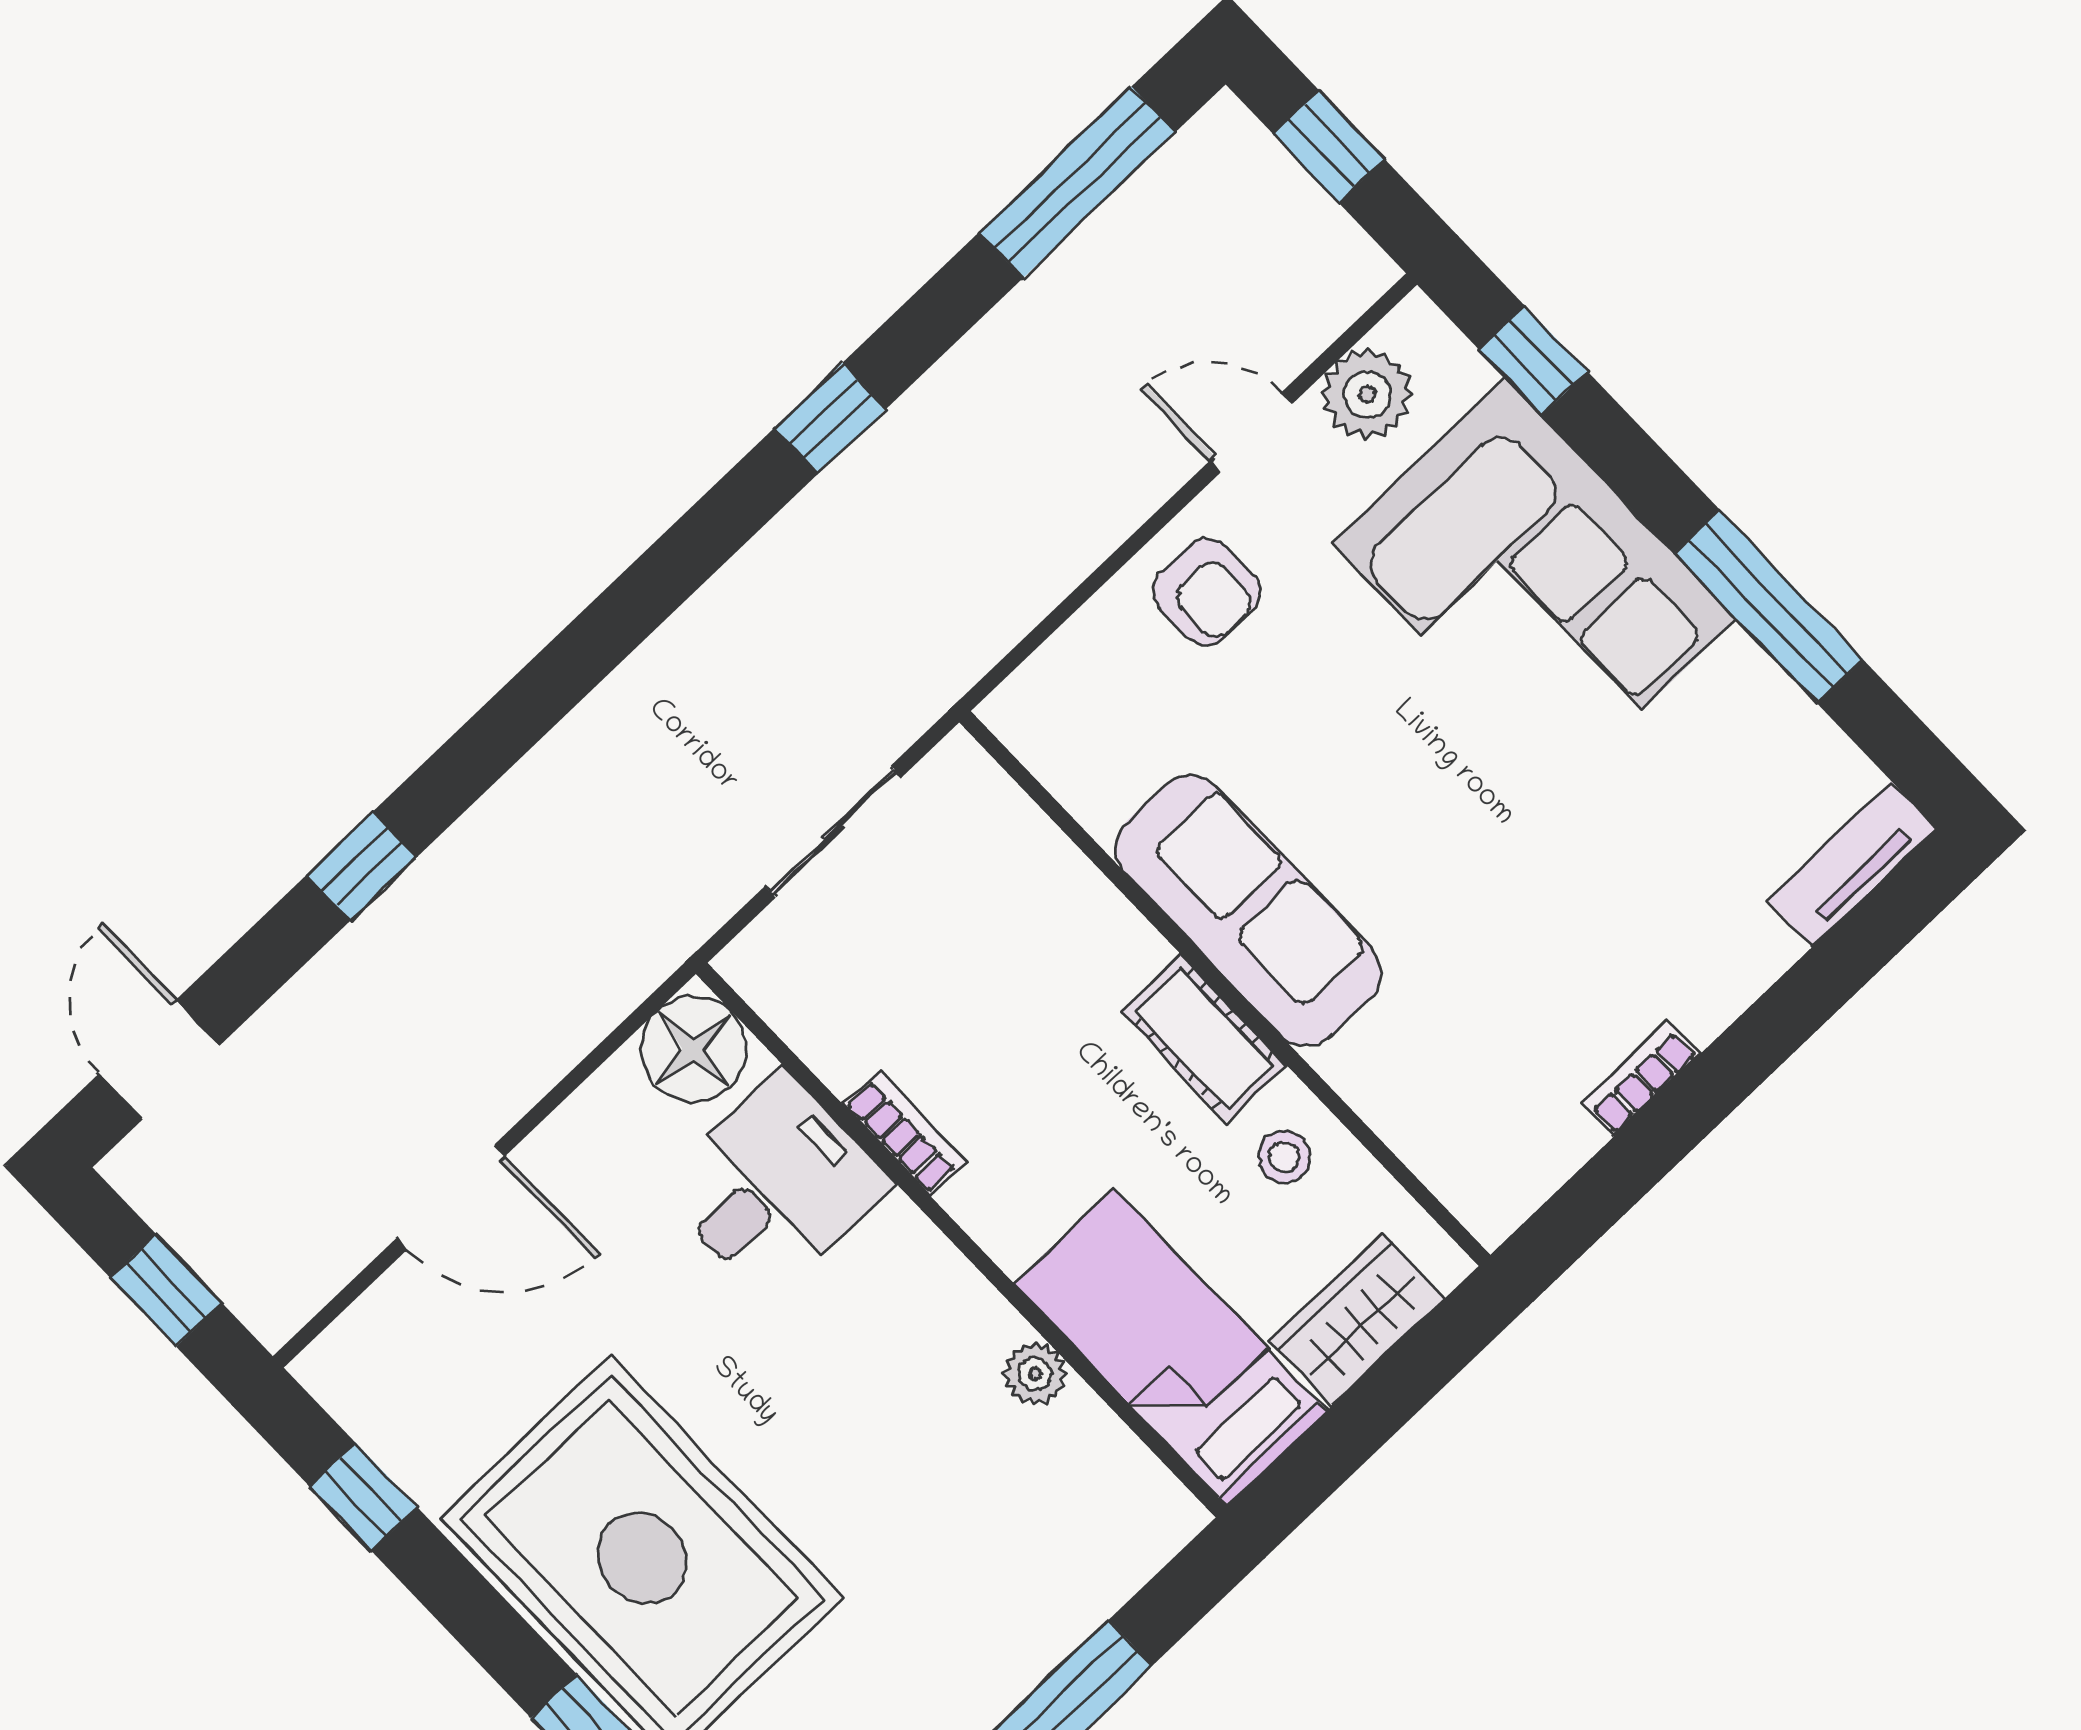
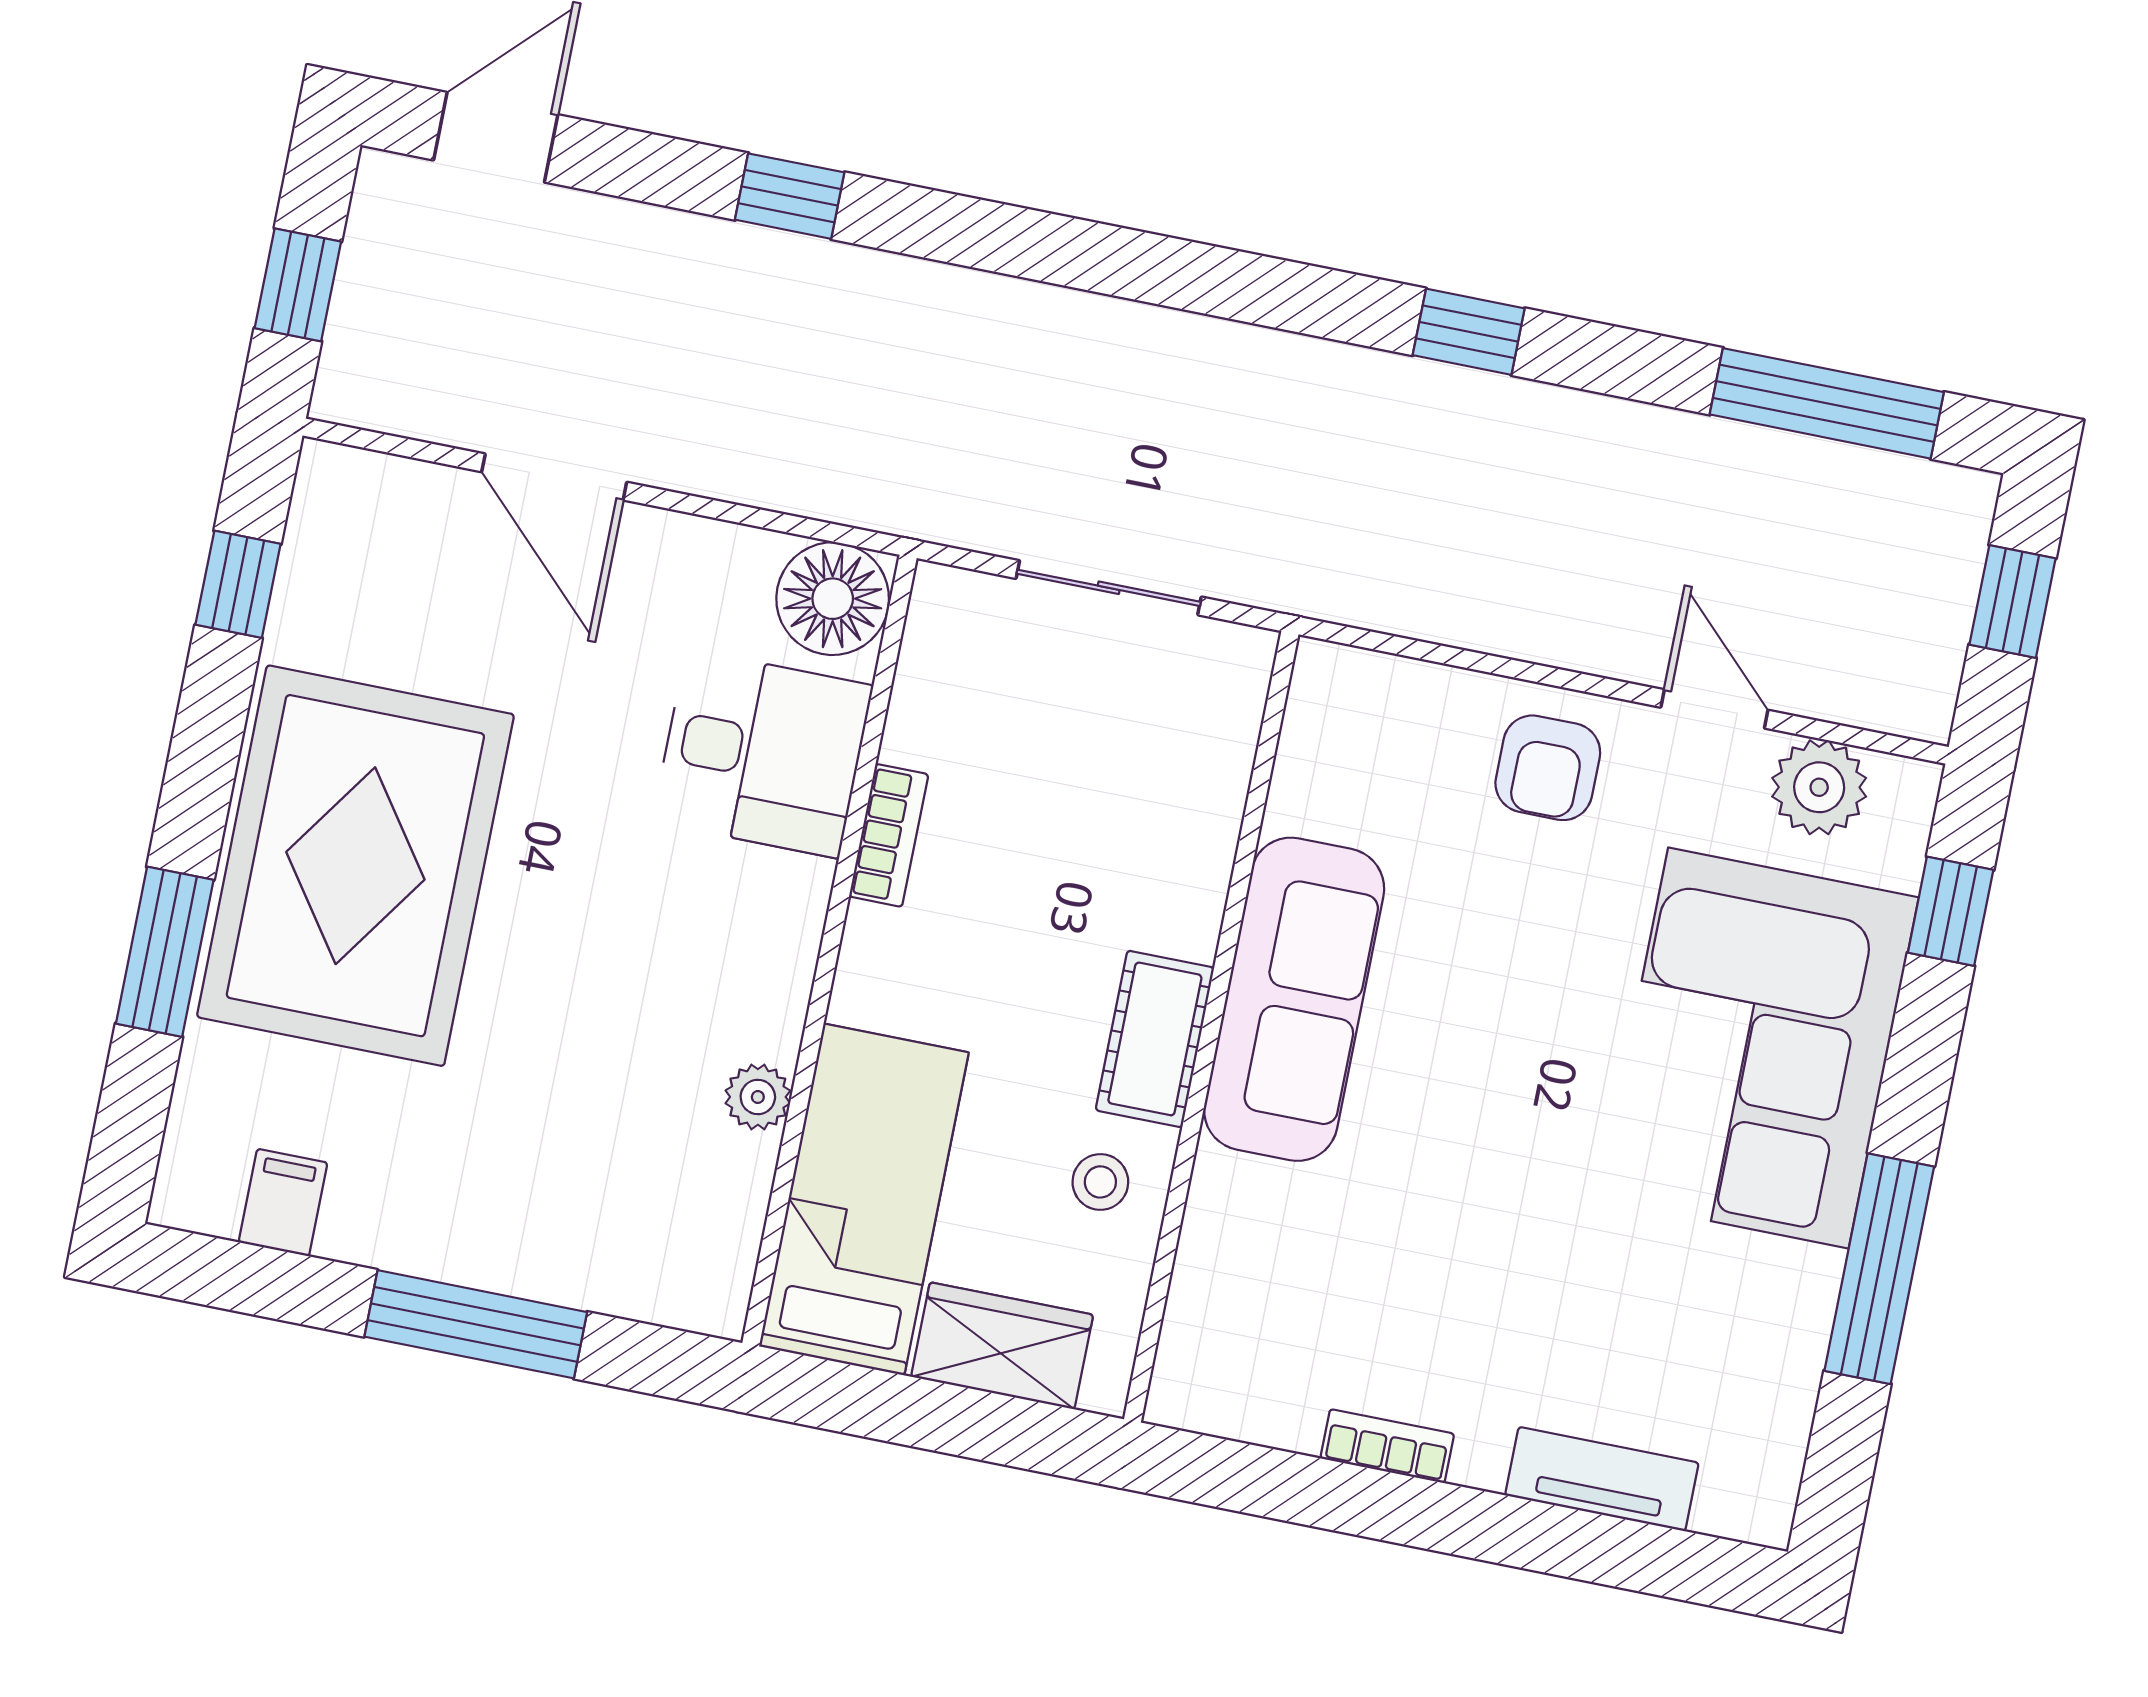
tv unit: (1852, 864) -> (1602, 1479), moved

